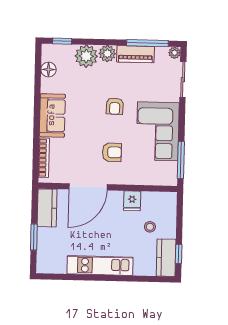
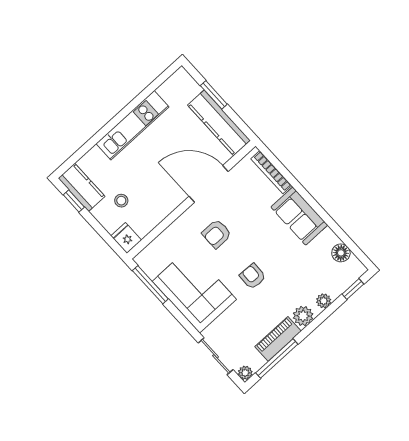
plant: (86, 56) -> (324, 301), width x0.53, depth x0.53
door: (88, 187) -> (209, 184), hinge flipped
fridge: (132, 201) -> (126, 238), moved
kitchen counter: (47, 208) -> (219, 123), width x1.50

